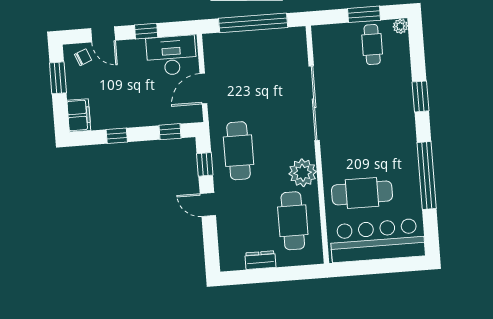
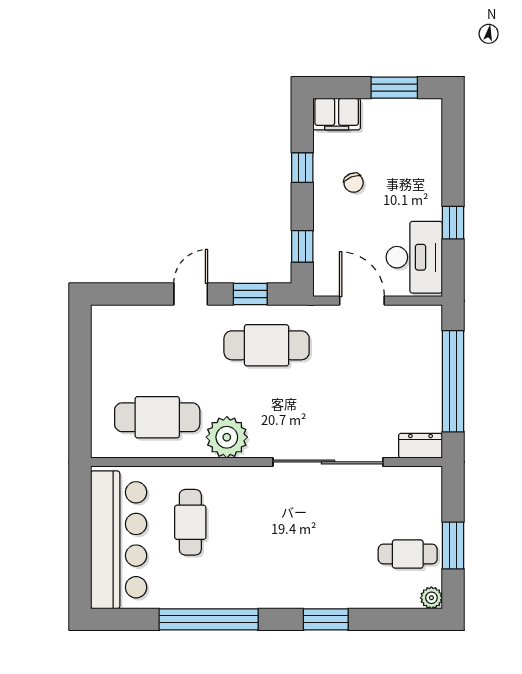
door: (103, 34) -> (453, 159), removed
chair: (83, 57) -> (354, 183), moved
cafe table: (362, 193) -> (190, 522), width x0.73, depth x0.74
dresser: (260, 260) -> (421, 446), moved, turned -90

